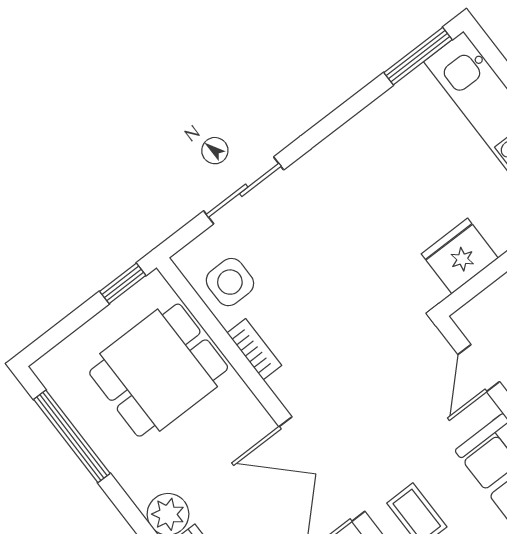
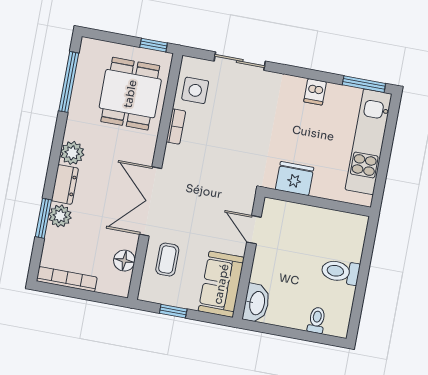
dishwasher: (371, 128) -> (315, 92), added
door: (479, 368) -> (254, 230), hinge flipped
dining table: (159, 370) -> (130, 94), turned 90

